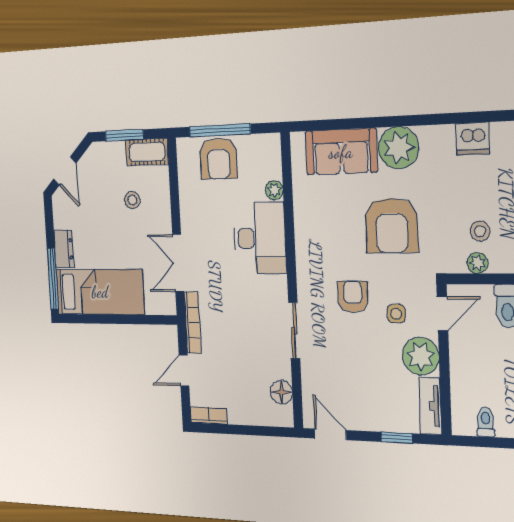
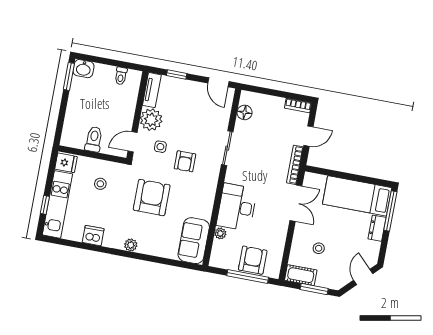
plant: (399, 148) -> (131, 245), width x0.53, depth x0.53
sofa: (341, 152) -> (194, 241), moved, turned -90
plant: (477, 263) -> (106, 166), removed

